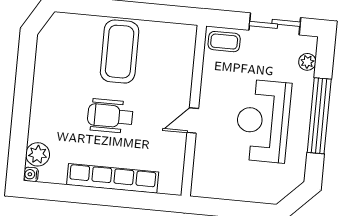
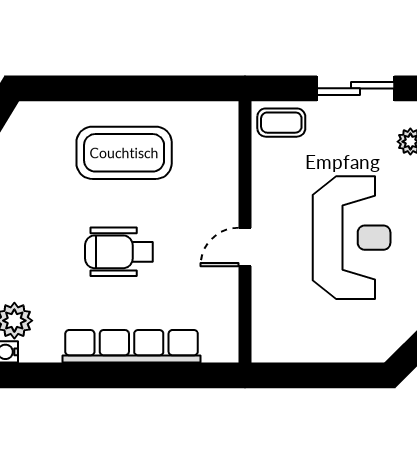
coffee table: (120, 52) -> (124, 153), turned 90
reception desk: (263, 121) -> (352, 238), turned 180

